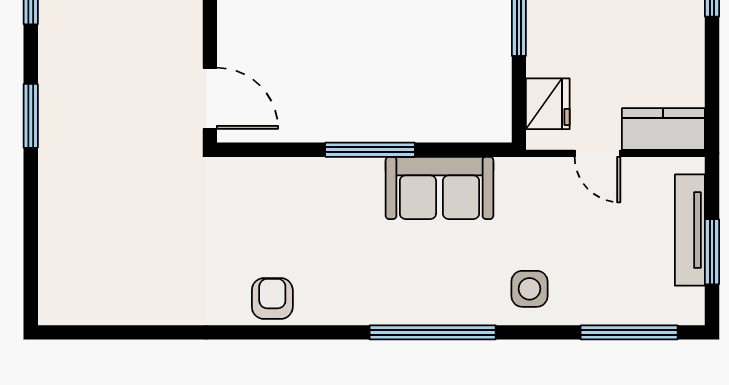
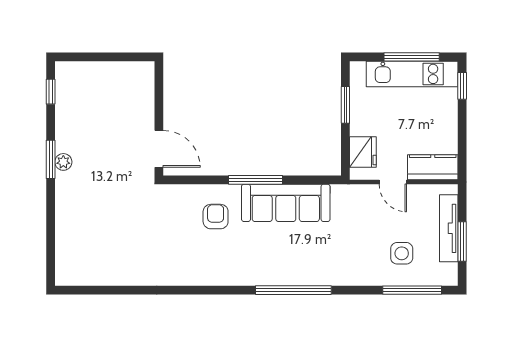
plant: (52, 120) -> (63, 162), added
sofa: (439, 188) -> (286, 203), width x1.36
side table: (530, 289) -> (402, 253), moved
armchair: (272, 299) -> (216, 217), moved

